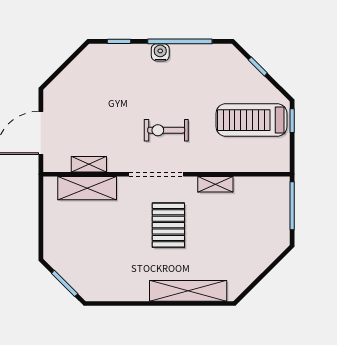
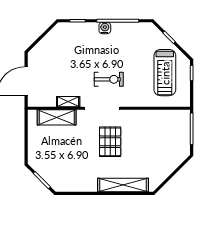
treadmill: (251, 120) -> (165, 73), turned -90
exercise bike: (166, 130) -> (109, 79), turned 180
shelving: (89, 164) -> (68, 102), moved
shelving: (215, 184) -> (141, 115), removed

